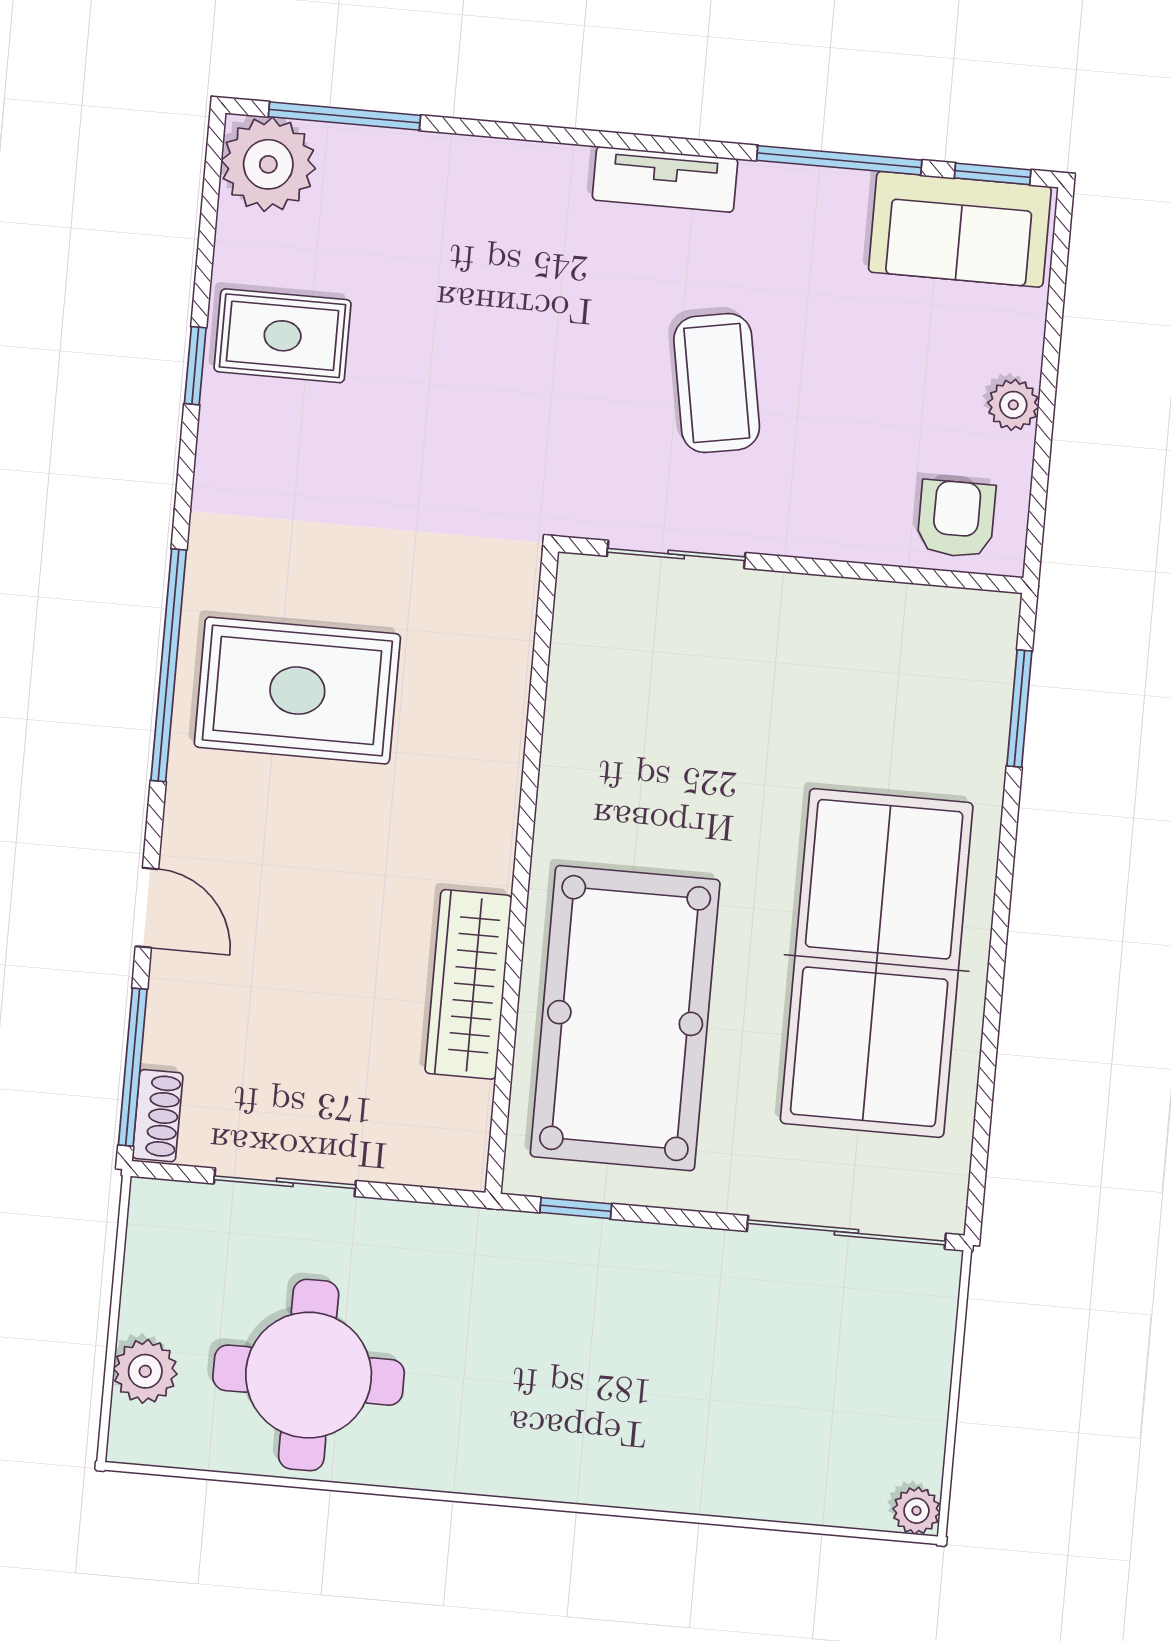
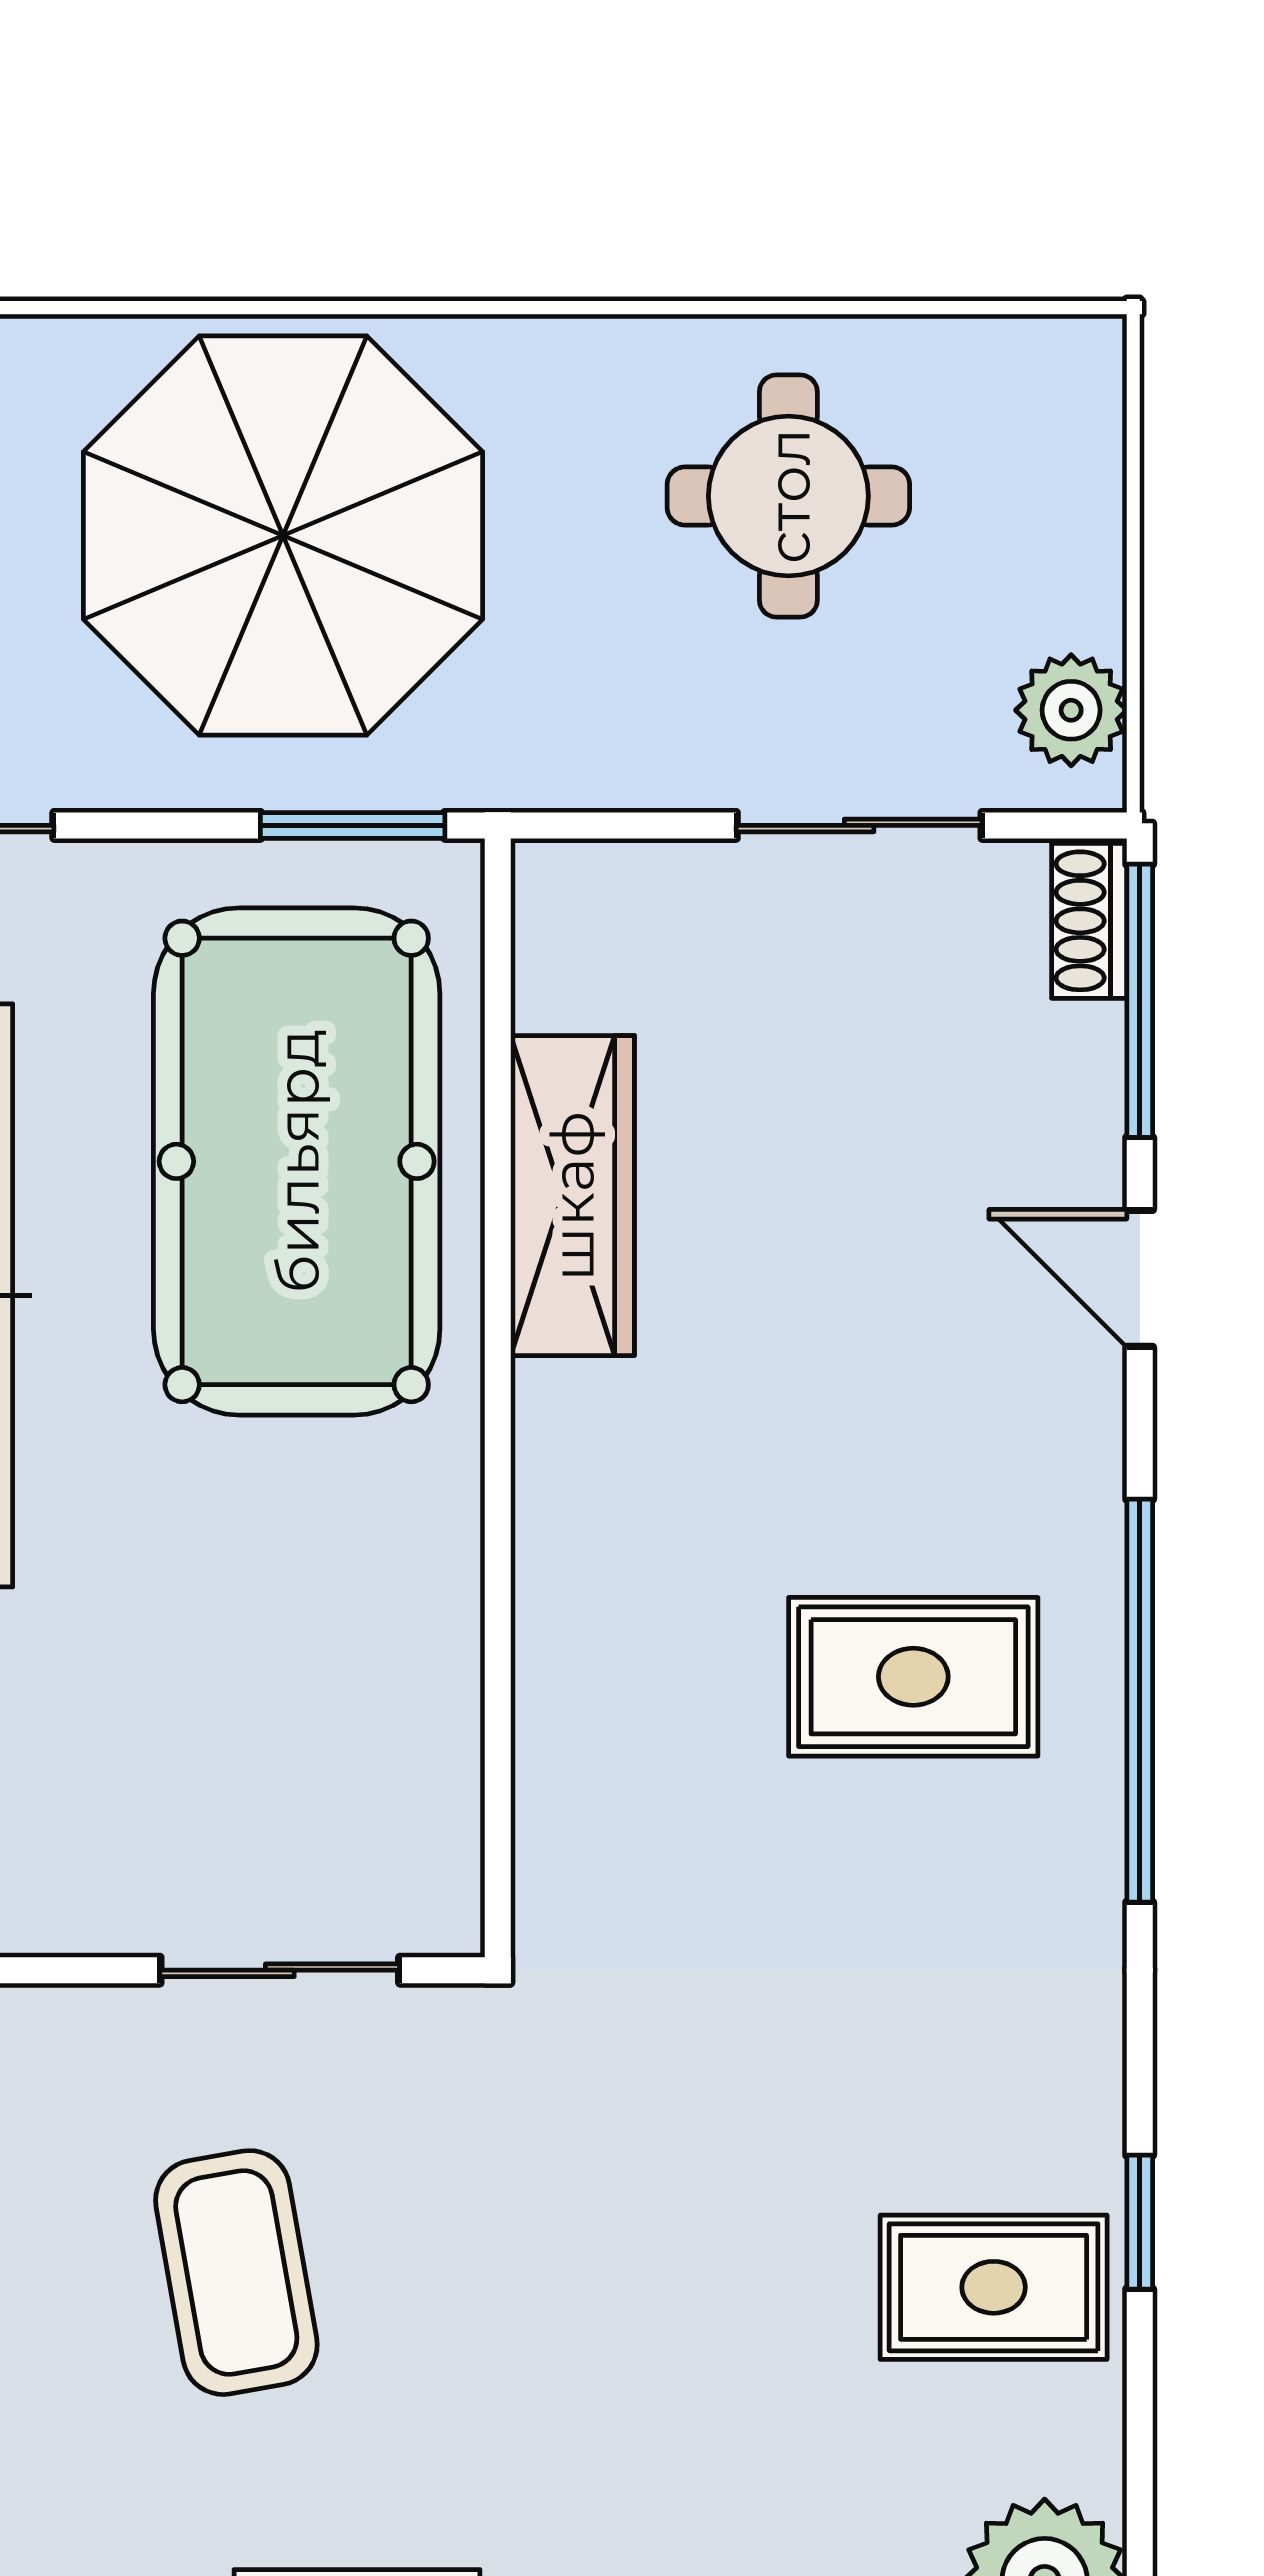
rug: (297, 691) -> (913, 1677), width x0.73, depth x0.70
window: (576, 1208) -> (353, 825), width x1.50
plant: (145, 1371) -> (1071, 710), moved
round table: (309, 1375) -> (788, 496), width x0.73, depth x0.73
parasol: (601, 1378) -> (283, 535), added

